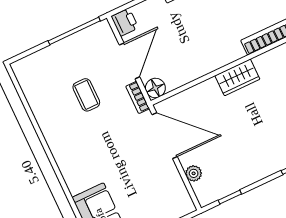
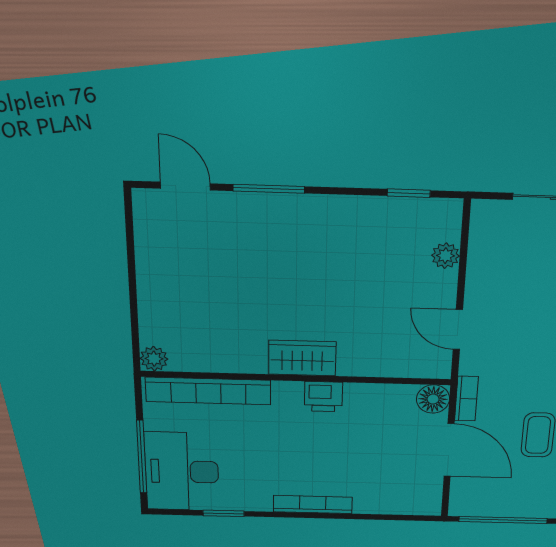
printer: (125, 22) -> (323, 397), moved, turned -90
door: (129, 61) -> (449, 450), swing flipped
door: (165, 136) -> (458, 330), width x0.53

